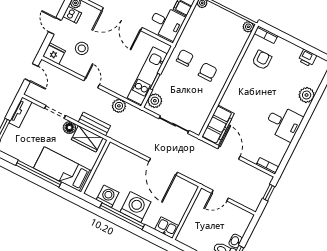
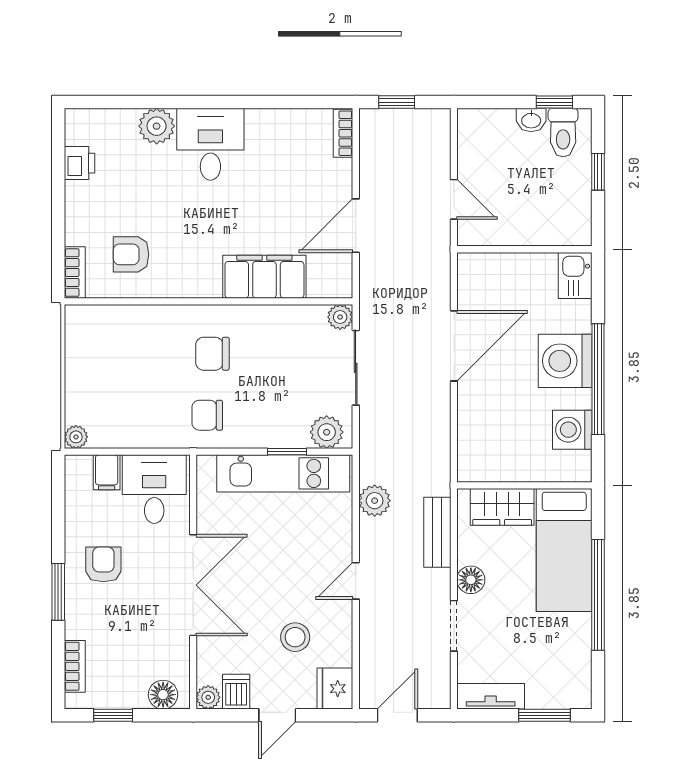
plant: (248, 27) -> (340, 317), moved
desk: (284, 123) -> (210, 144), moved
filing cabinet: (218, 125) -> (264, 277), moved
wardrobe: (87, 139) -> (502, 507), moved, turned 90

